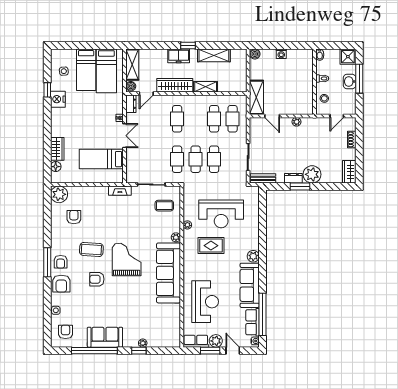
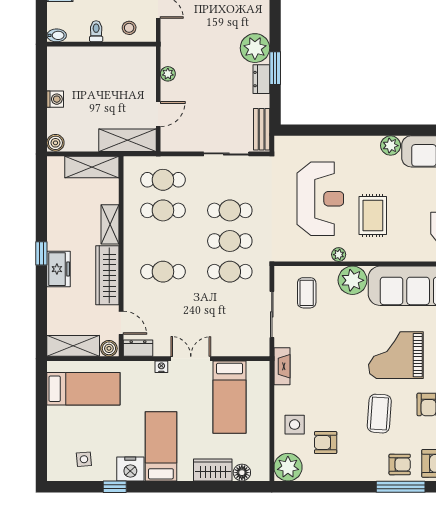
shelving: (214, 55) -> (92, 167), moved, turned 90
bed: (86, 70) -> (161, 446), moved, turned -90
side table: (85, 198) -> (295, 425), added
plant: (176, 237) -> (353, 280), width x1.88, depth x1.88

